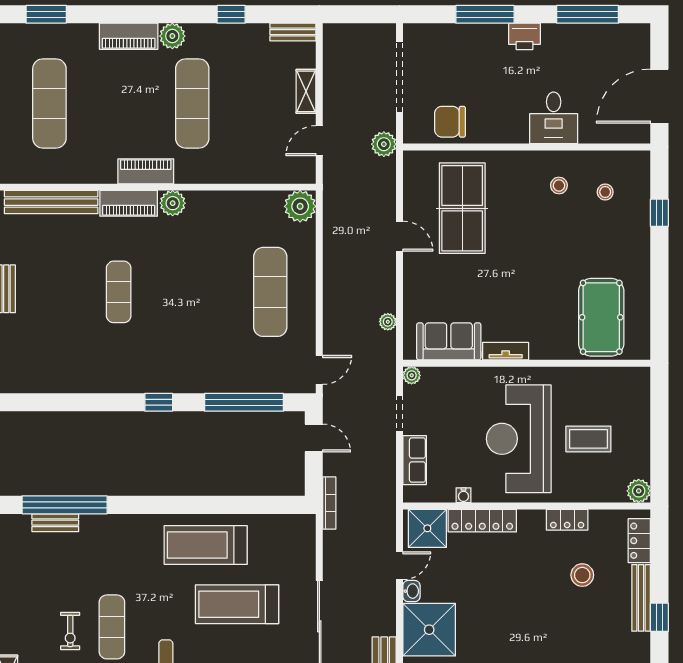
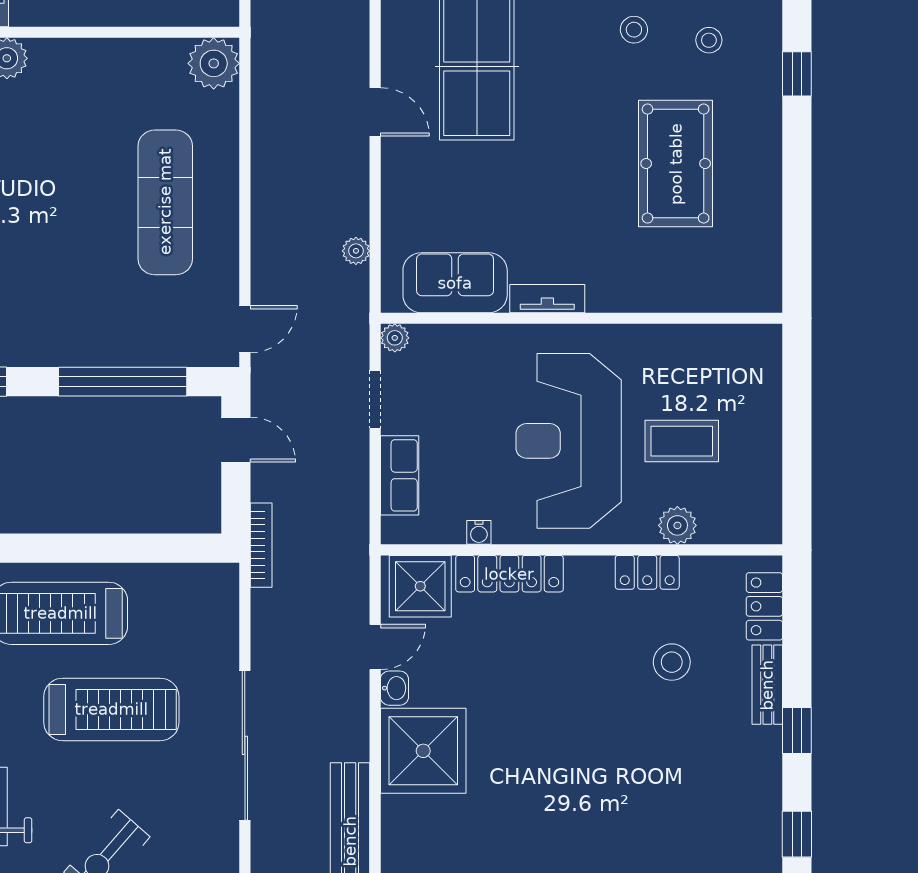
pool table: (601, 317) -> (676, 164), moved
plant: (639, 491) -> (677, 525), moved
bench: (641, 598) -> (767, 685), width x0.73
treadmill: (237, 604) -> (111, 709), turned 180

